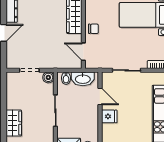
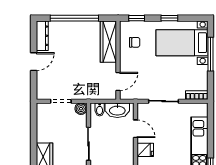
chair: (93, 29) -> (135, 42), moved
door: (83, 52) -> (118, 81), swing flipped

